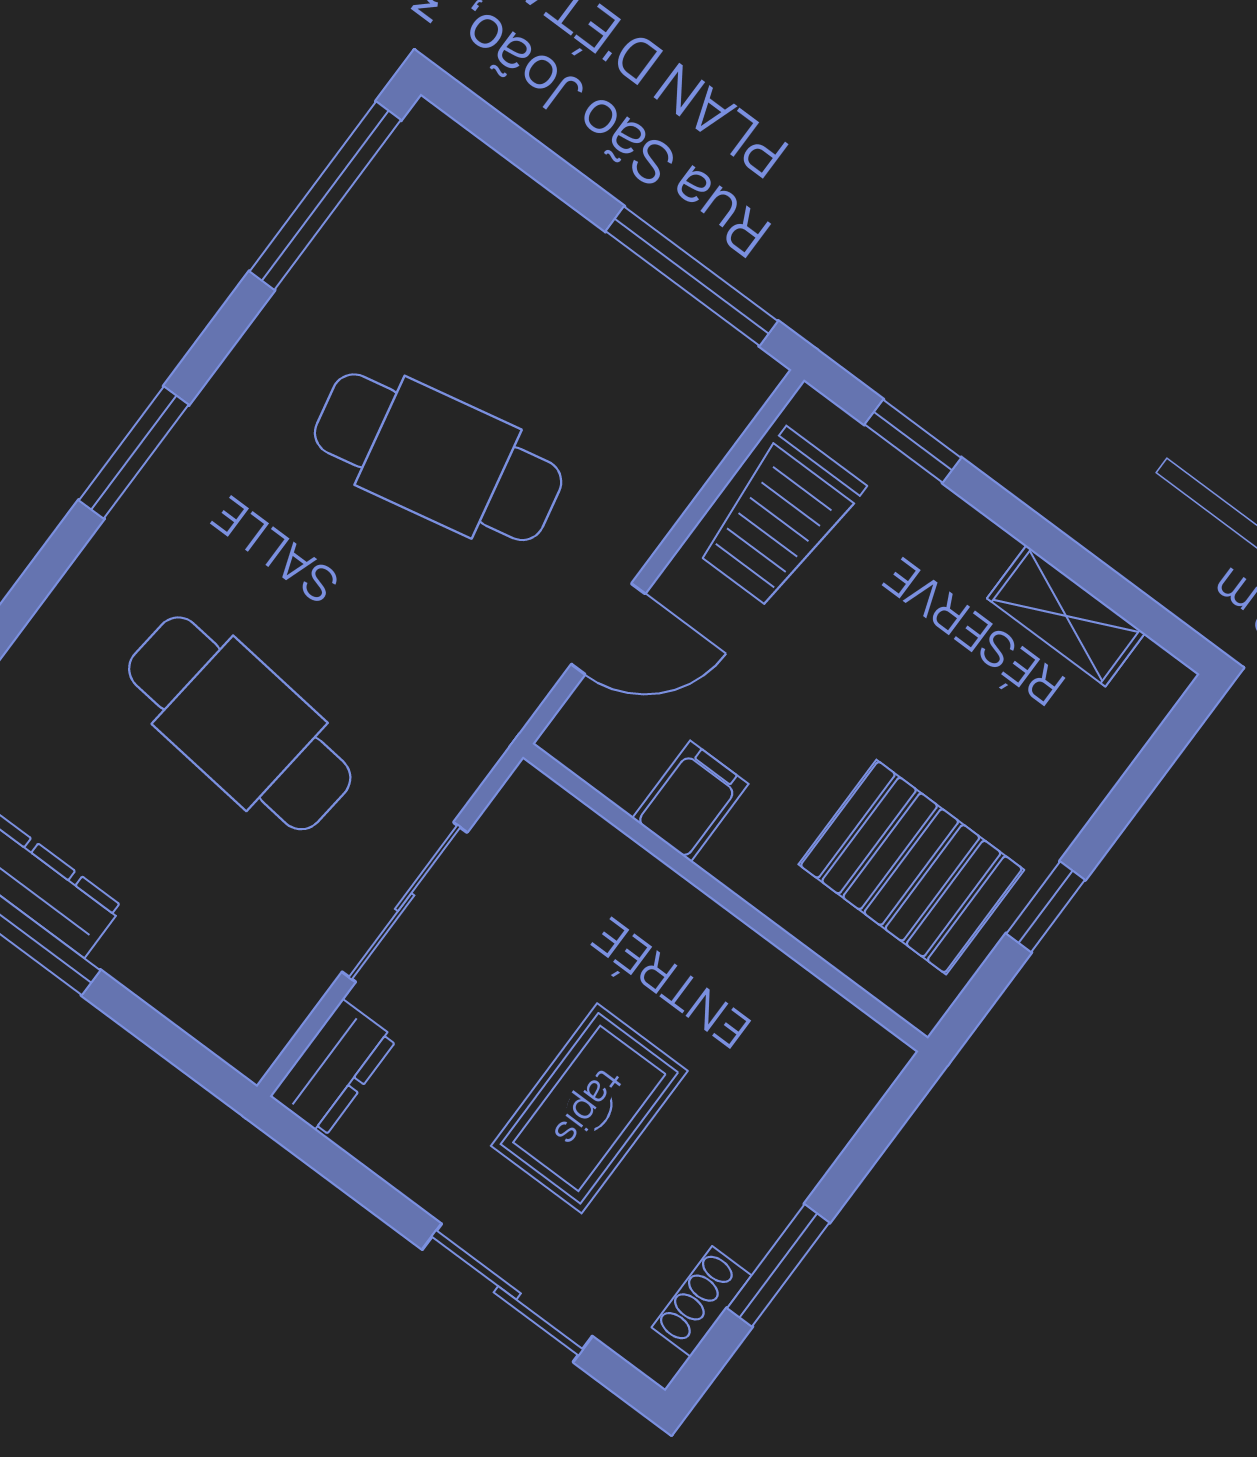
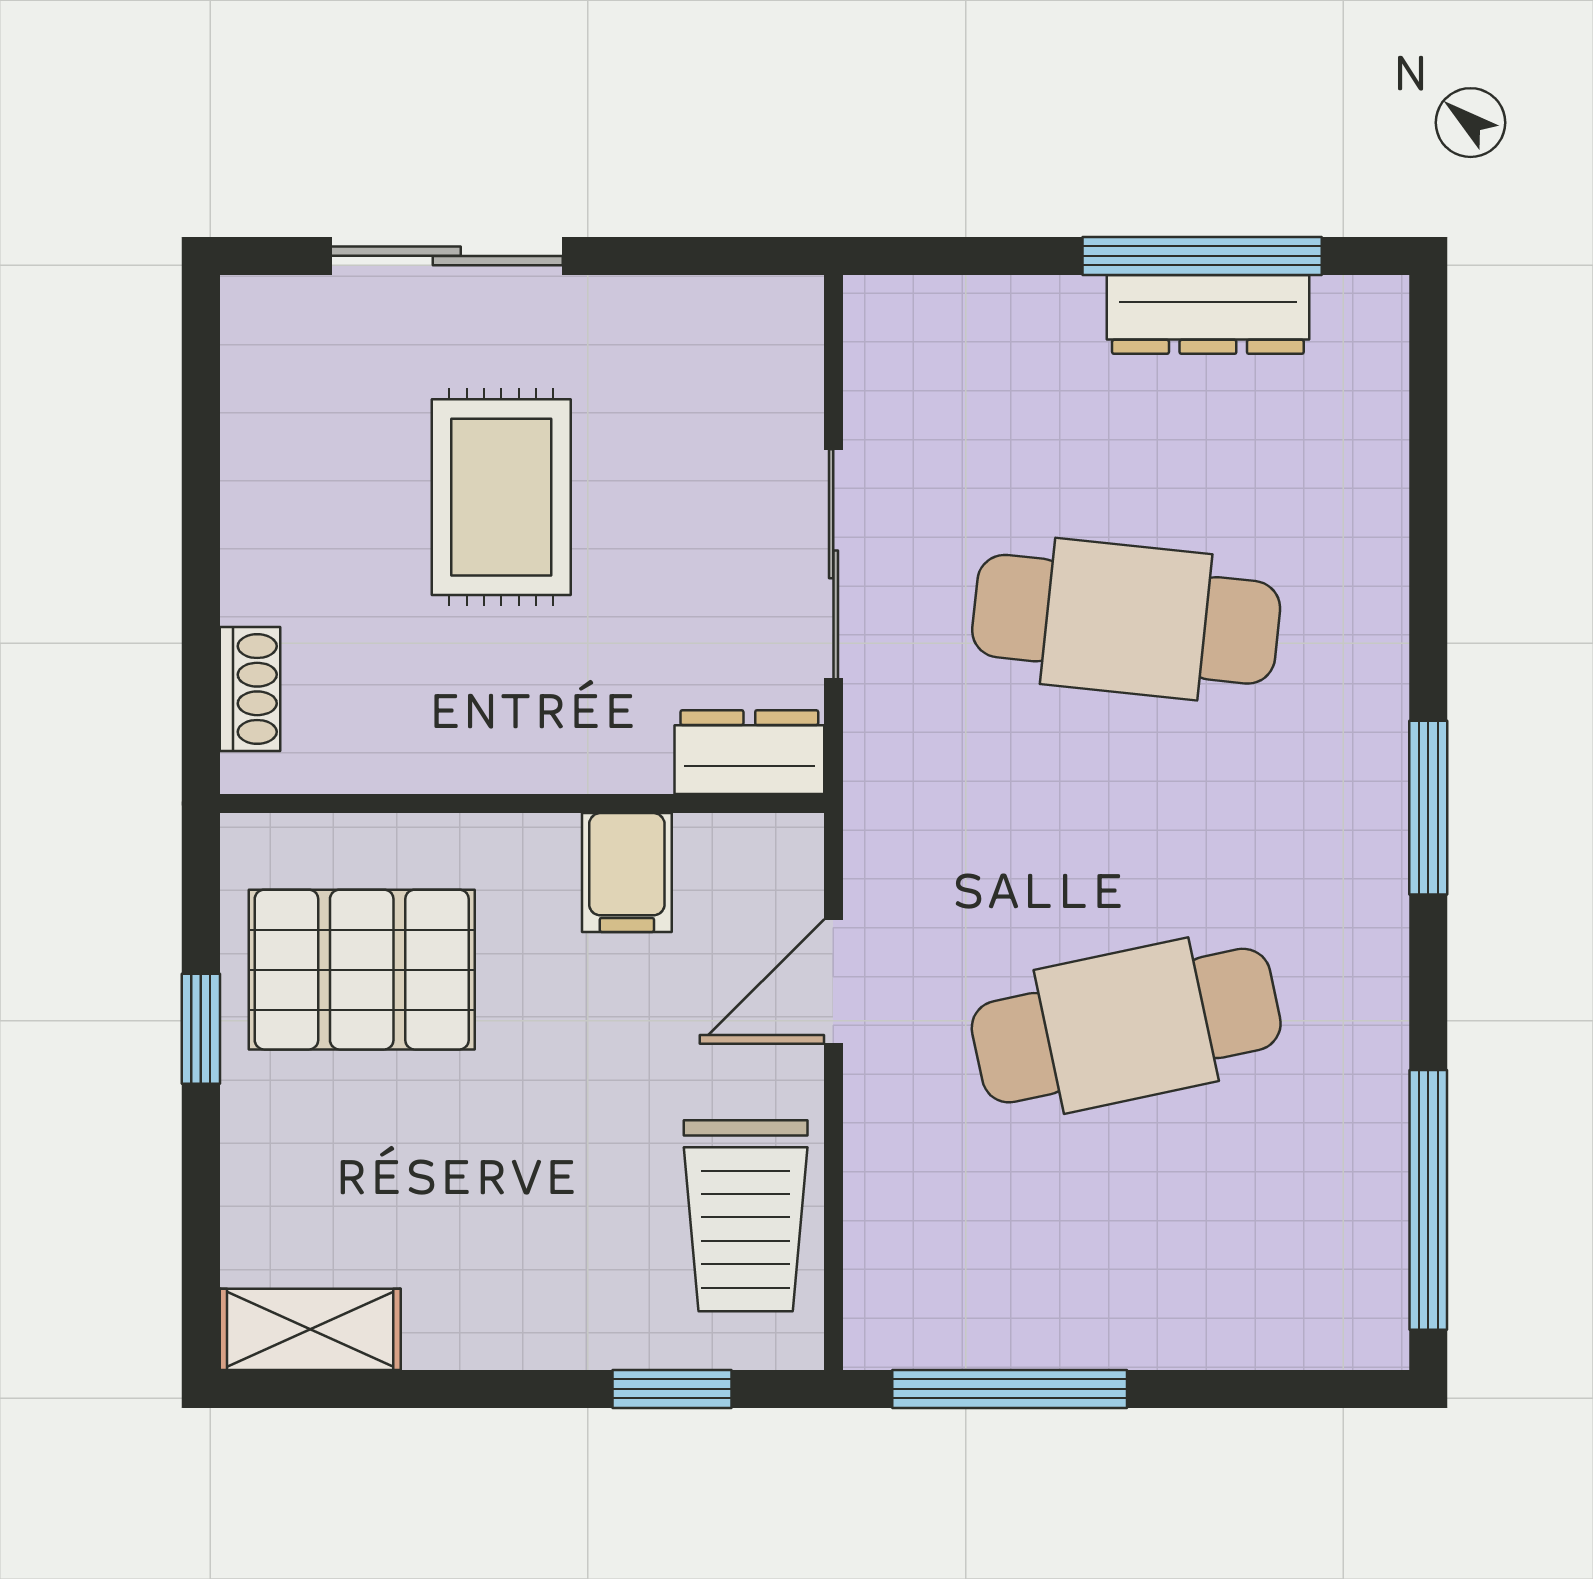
trolley: (780, 518) -> (746, 1216), turned 180
shelving: (1066, 616) -> (310, 1329), moved
dresser: (333, 1068) -> (749, 752), moved, turned 90
window: (778, 1265) -> (201, 481), removed
shoe rack: (701, 1301) -> (250, 689), moved

